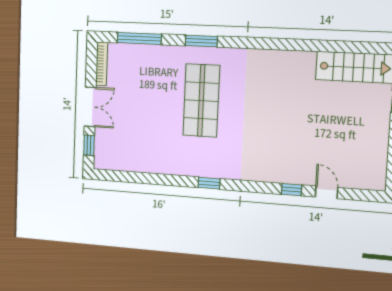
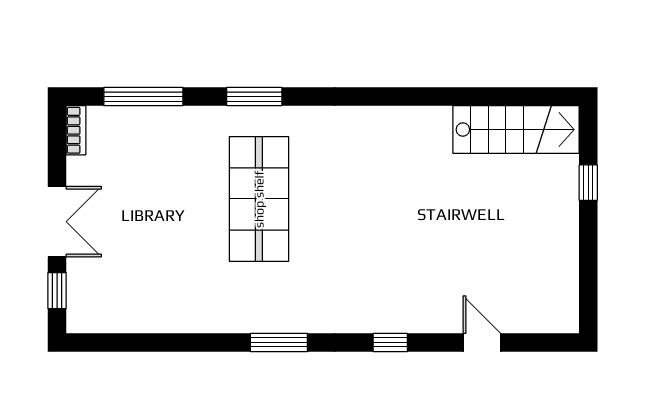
bookcase: (102, 64) -> (76, 130), width x0.64
window: (209, 183) -> (279, 342), width x1.50
window: (292, 190) -> (390, 342), moved

